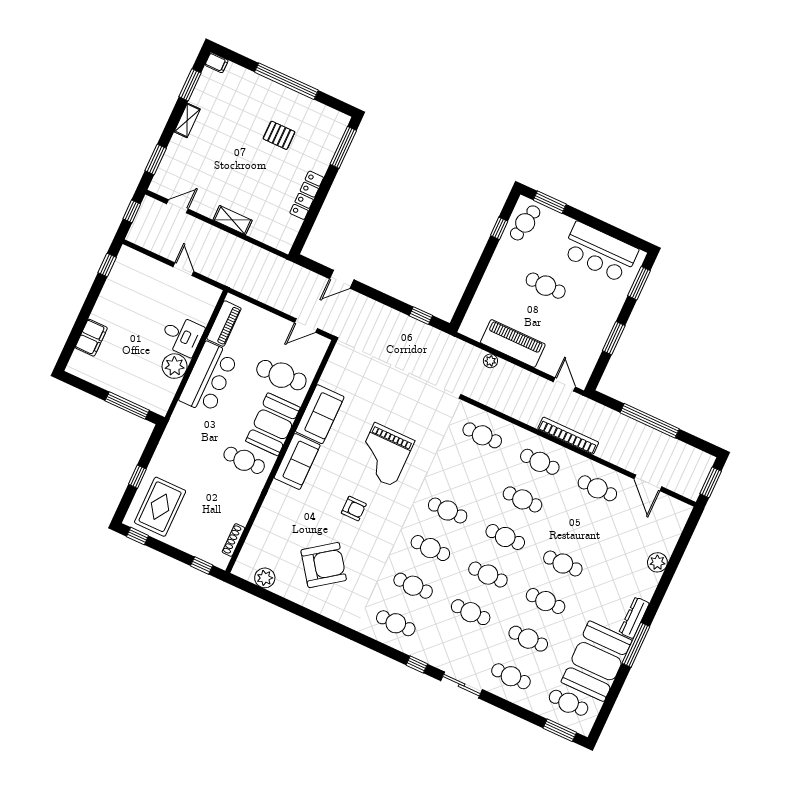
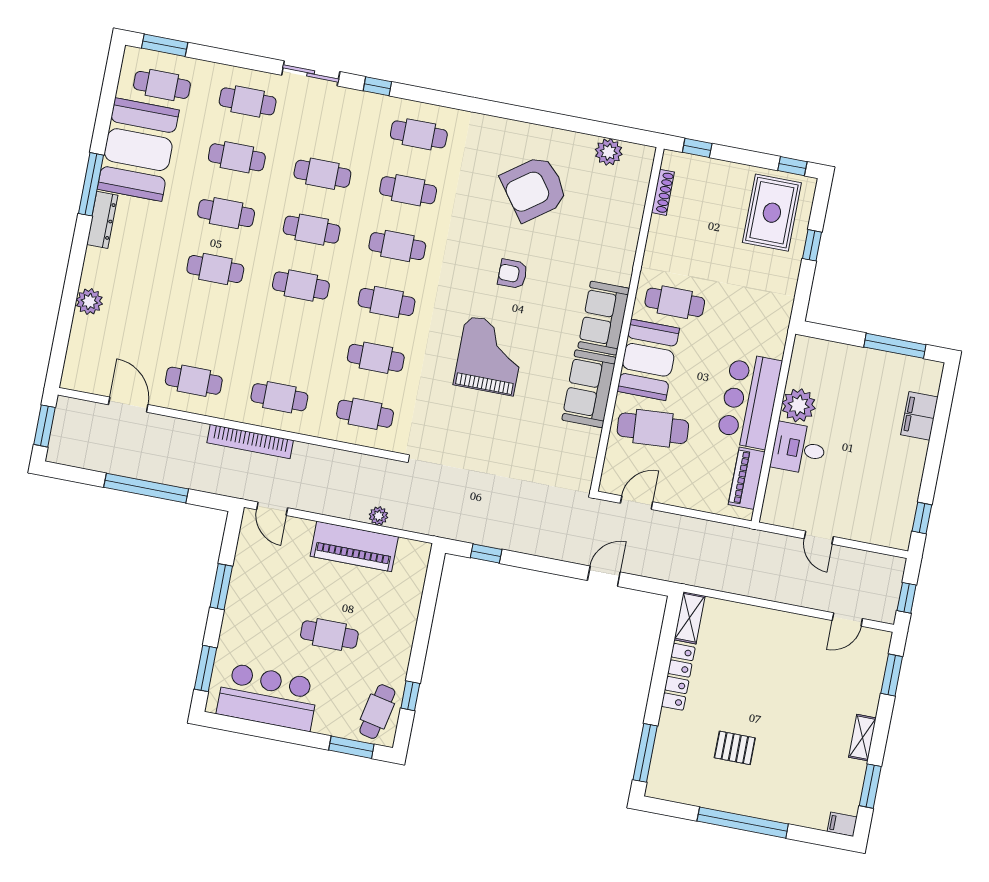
shelving: (233, 220) -> (690, 618), moved, turned 90
window: (127, 406) -> (895, 346), moved
cafe table: (523, 499) -> (376, 358), moved

